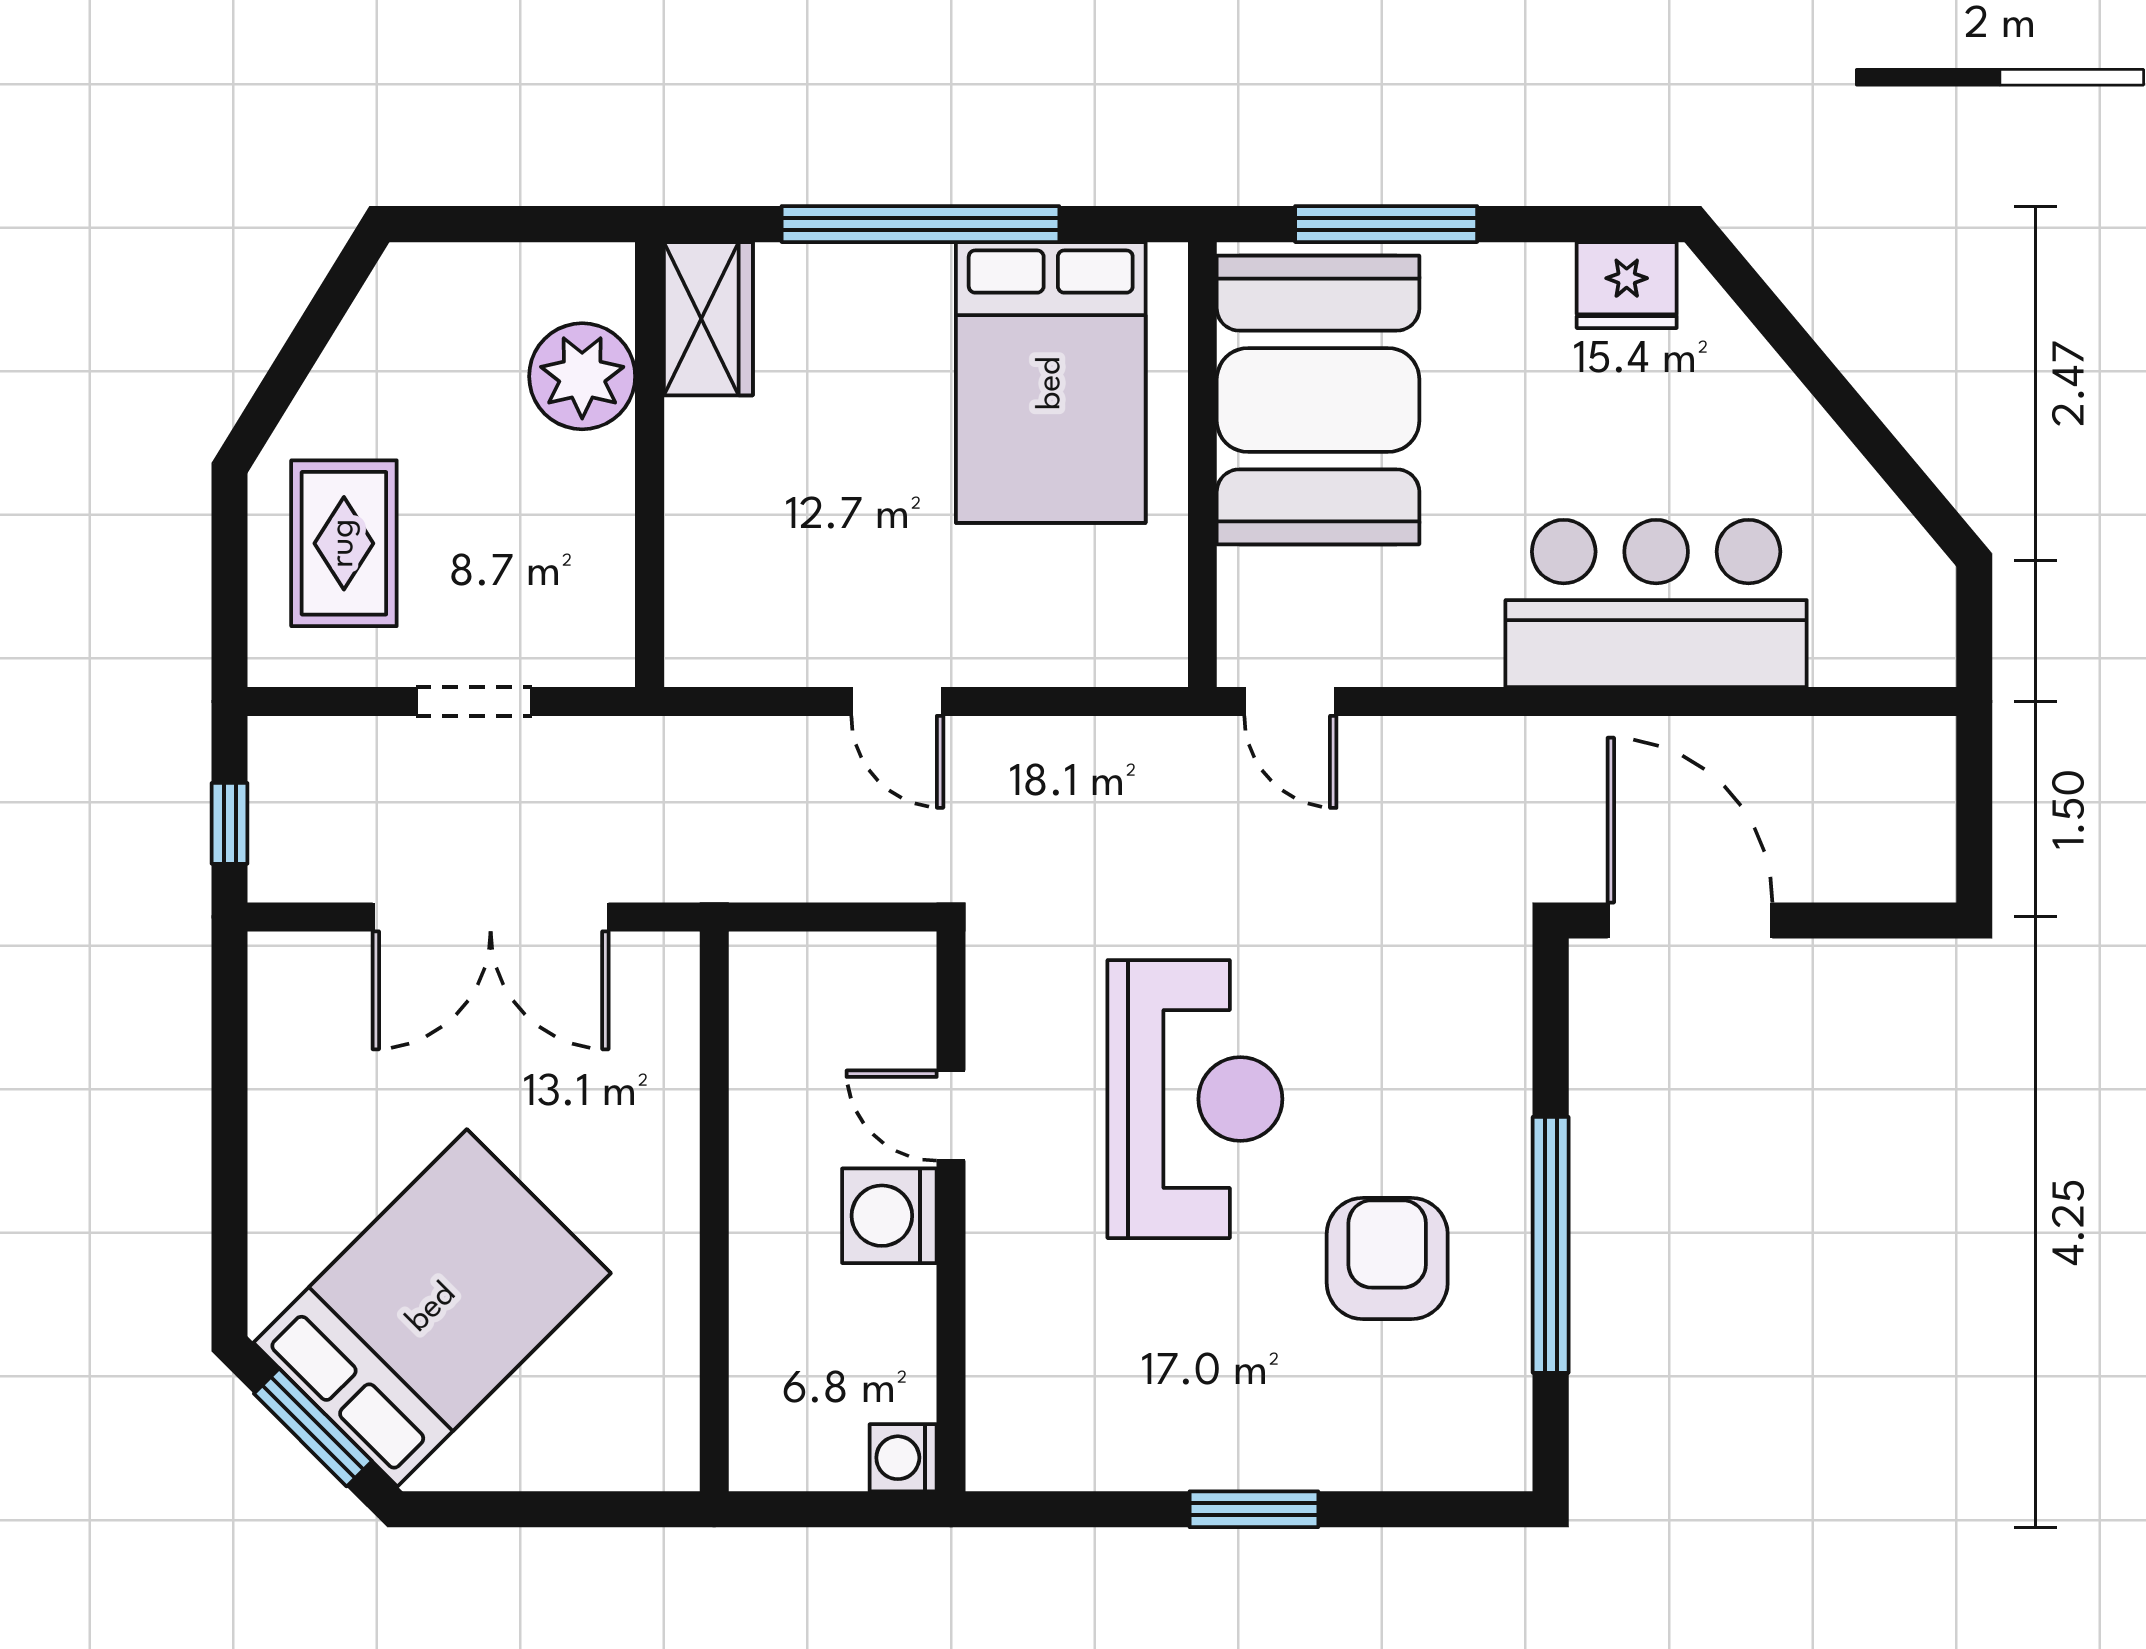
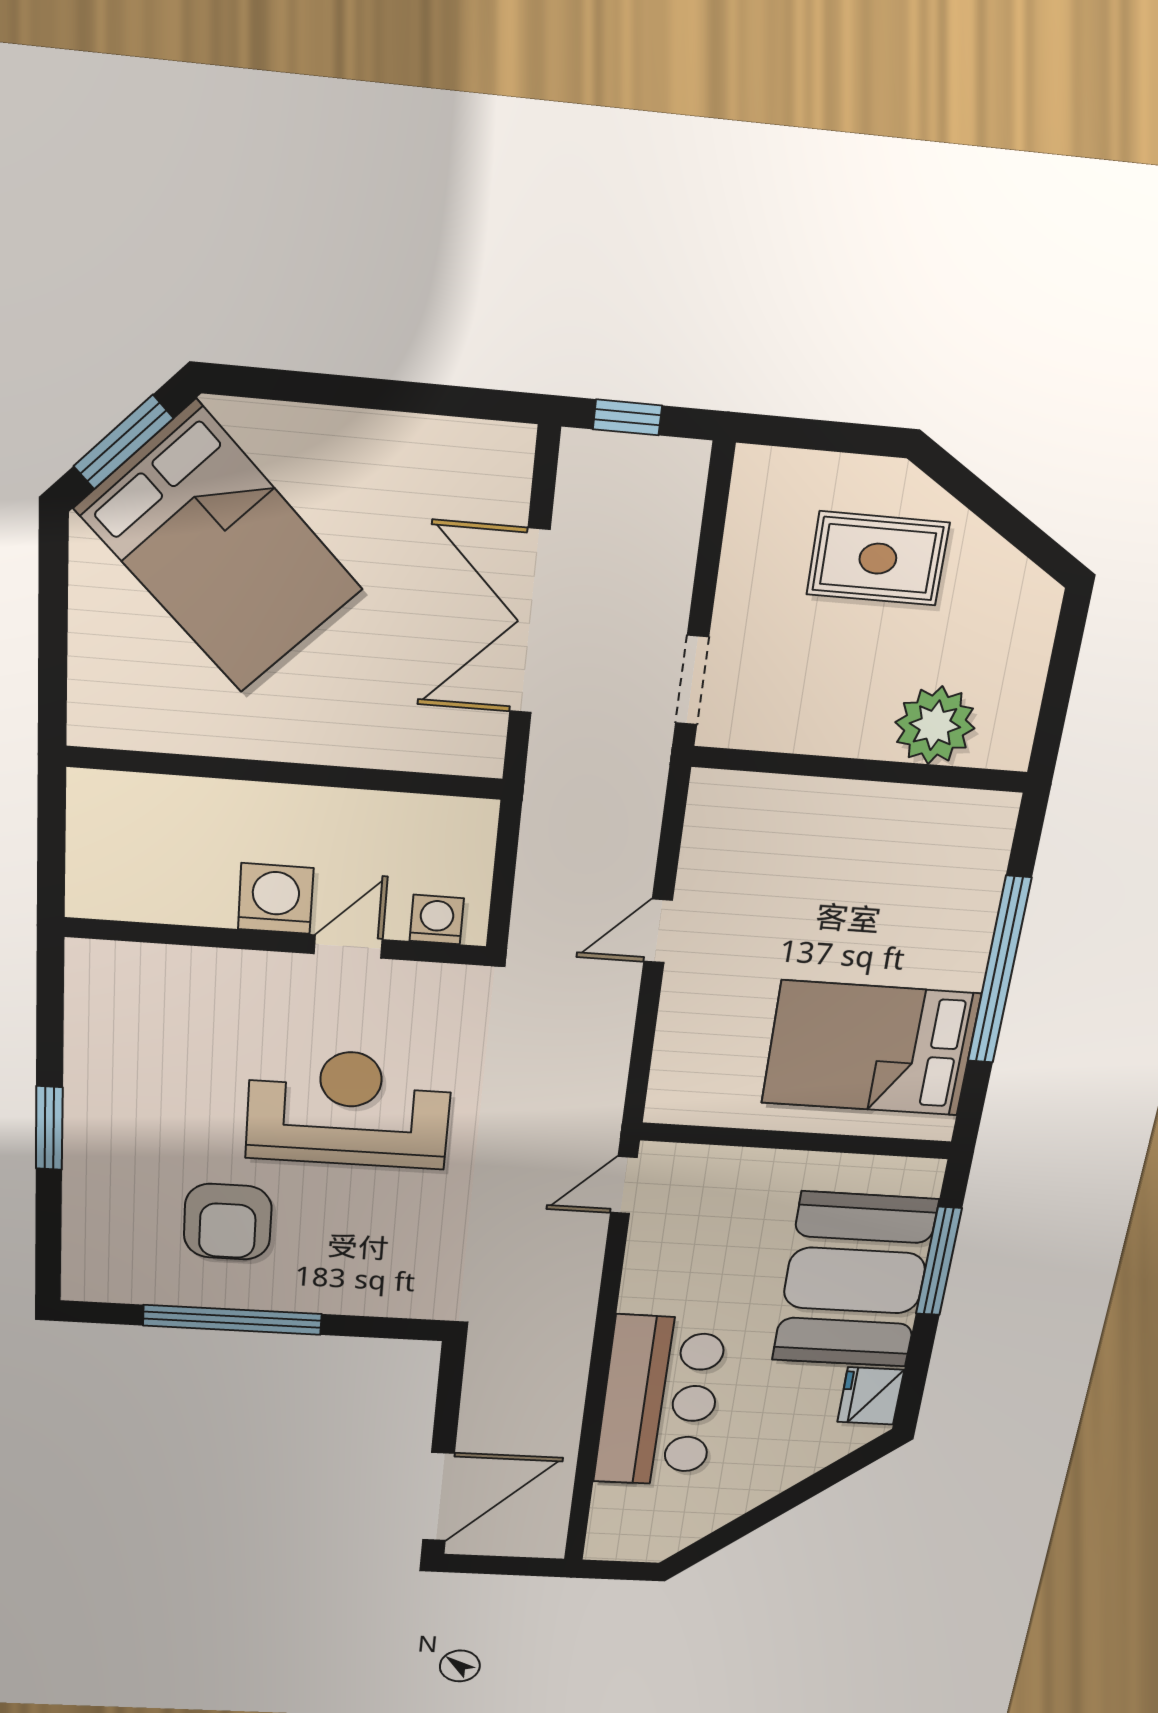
wardrobe: (708, 319) -> (960, 820), removed
booth: (1318, 400) -> (854, 1281), moved, turned 90
rug: (344, 543) -> (878, 559), moved
doorway: (474, 702) -> (692, 680), moved
door: (1690, 920) -> (438, 1497), moved
reception desk: (1195, 1099) -> (349, 1109), turned 180
armchair: (1387, 1258) -> (228, 1222), turned 90
washing machine: (903, 1458) -> (437, 920), moved

